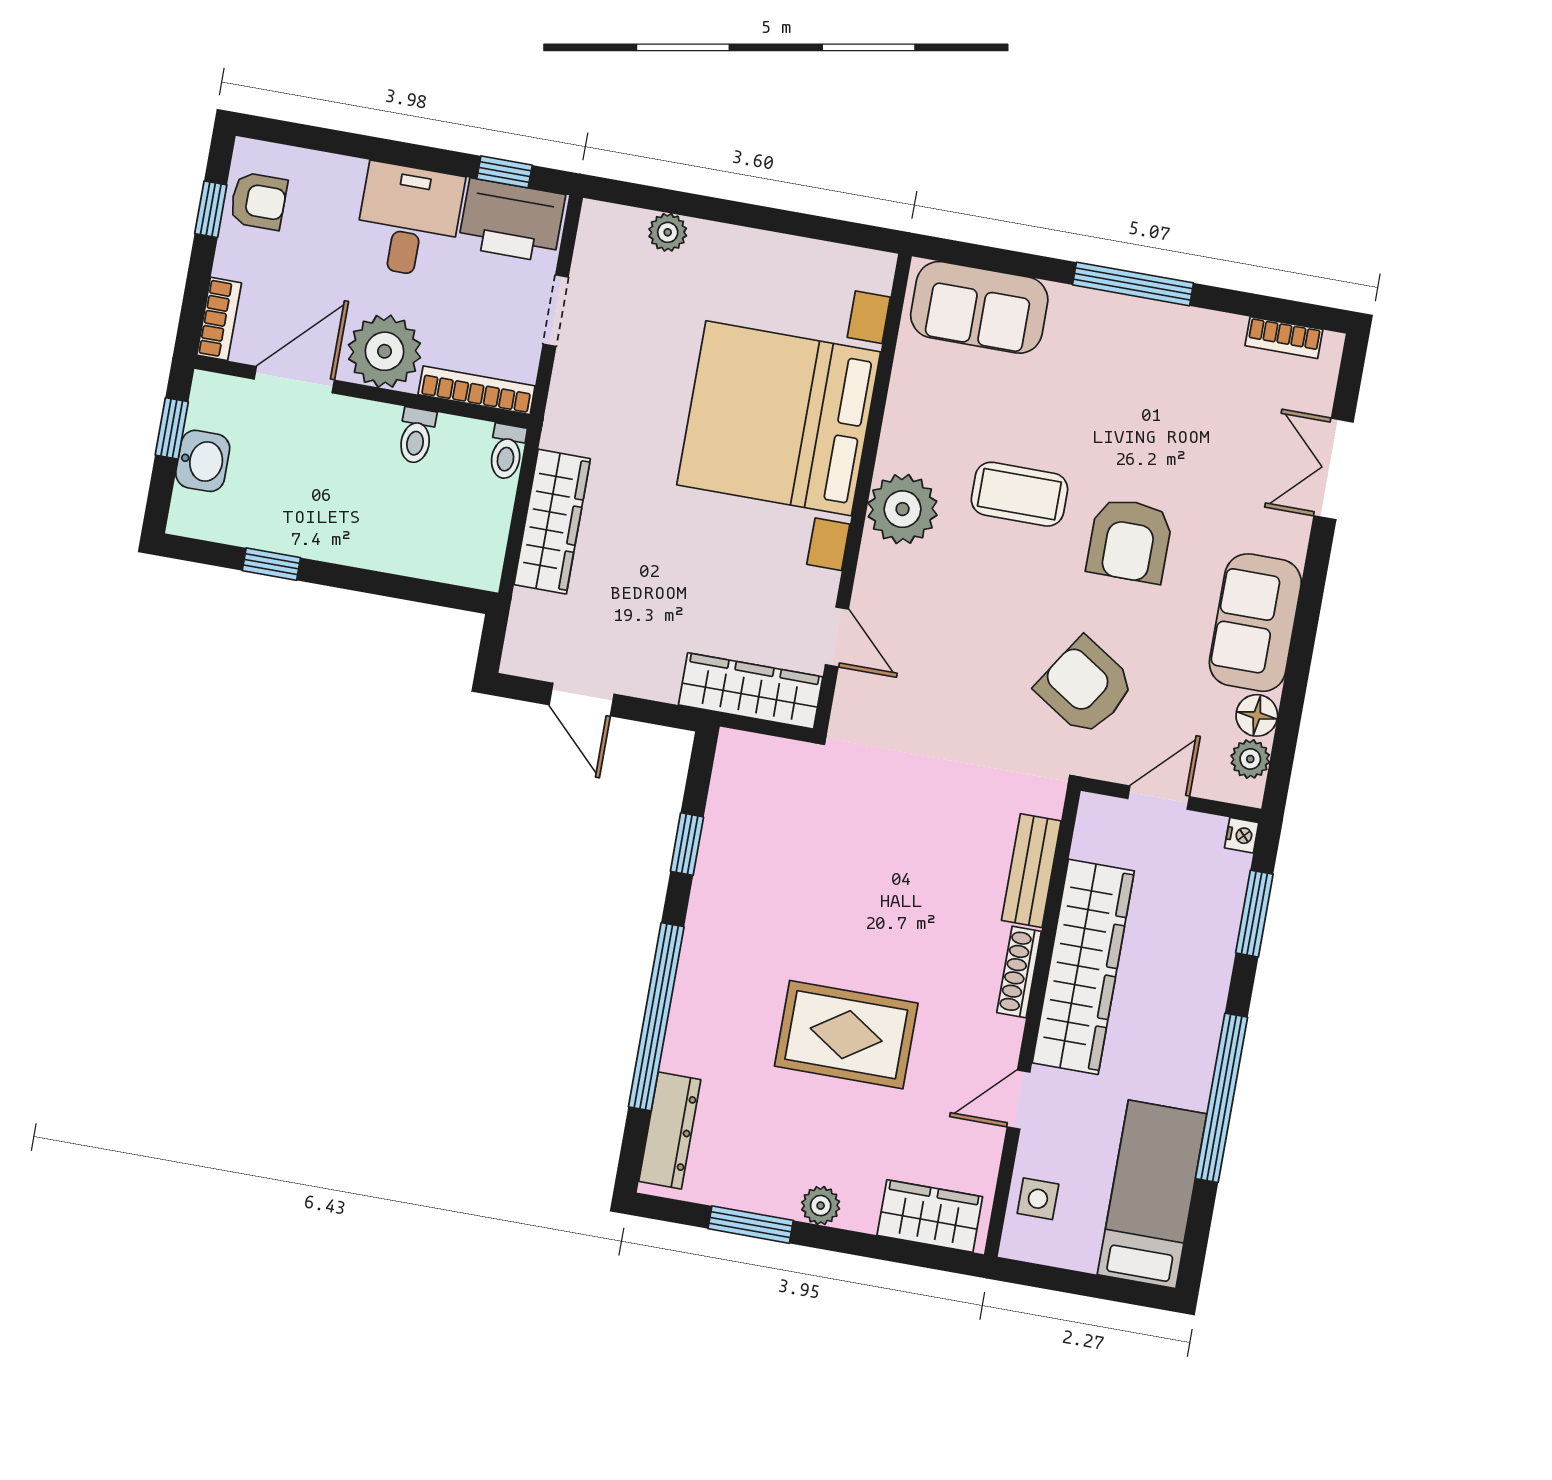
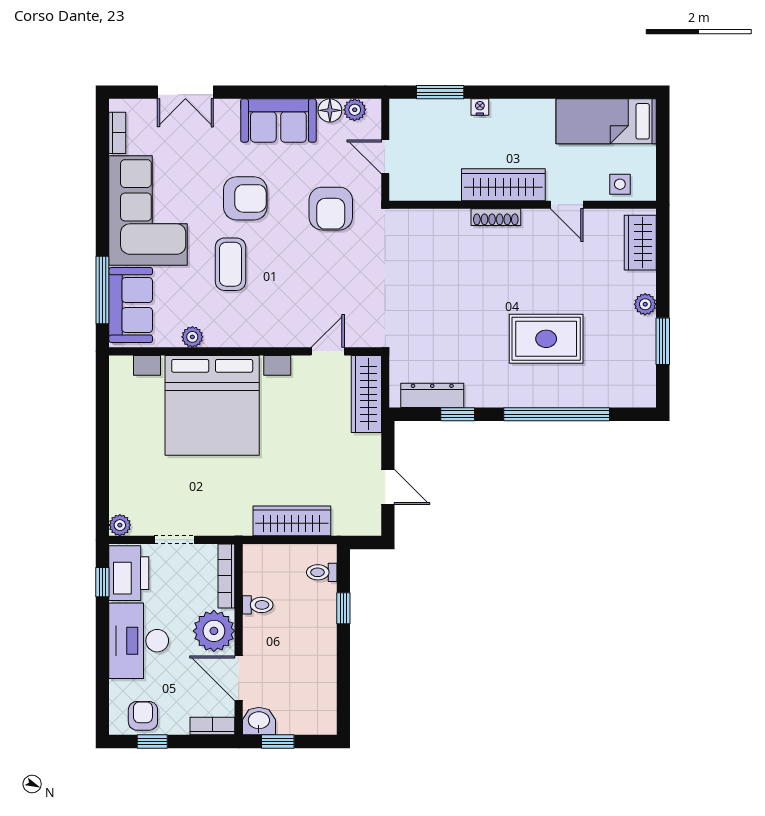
desk: (409, 220) -> (139, 641), width x1.37
plant: (668, 232) -> (120, 525), moved
window: (1133, 284) -> (102, 290), moved
corner sofa: (1139, 367) -> (148, 211), added
toilet: (507, 452) -> (322, 572), moved, turned 180
washbasin: (203, 461) -> (259, 721), moved
plant: (903, 509) -> (192, 337), moved, width x0.53, depth x0.53
window: (271, 564) -> (343, 608), moved
armchair: (1085, 686) -> (331, 209), turned -33
door: (582, 700) -> (388, 487), hinge flipped
nightstand: (1242, 835) -> (480, 107), moved
bench: (1031, 871) -> (438, 220), removed
wardrobe: (1083, 967) -> (503, 185), width x0.71, depth x0.85
rug: (846, 1035) -> (546, 339), moved, turned 90
window: (1222, 1098) -> (546, 92), removed
dresser: (670, 1131) -> (432, 395), moved

